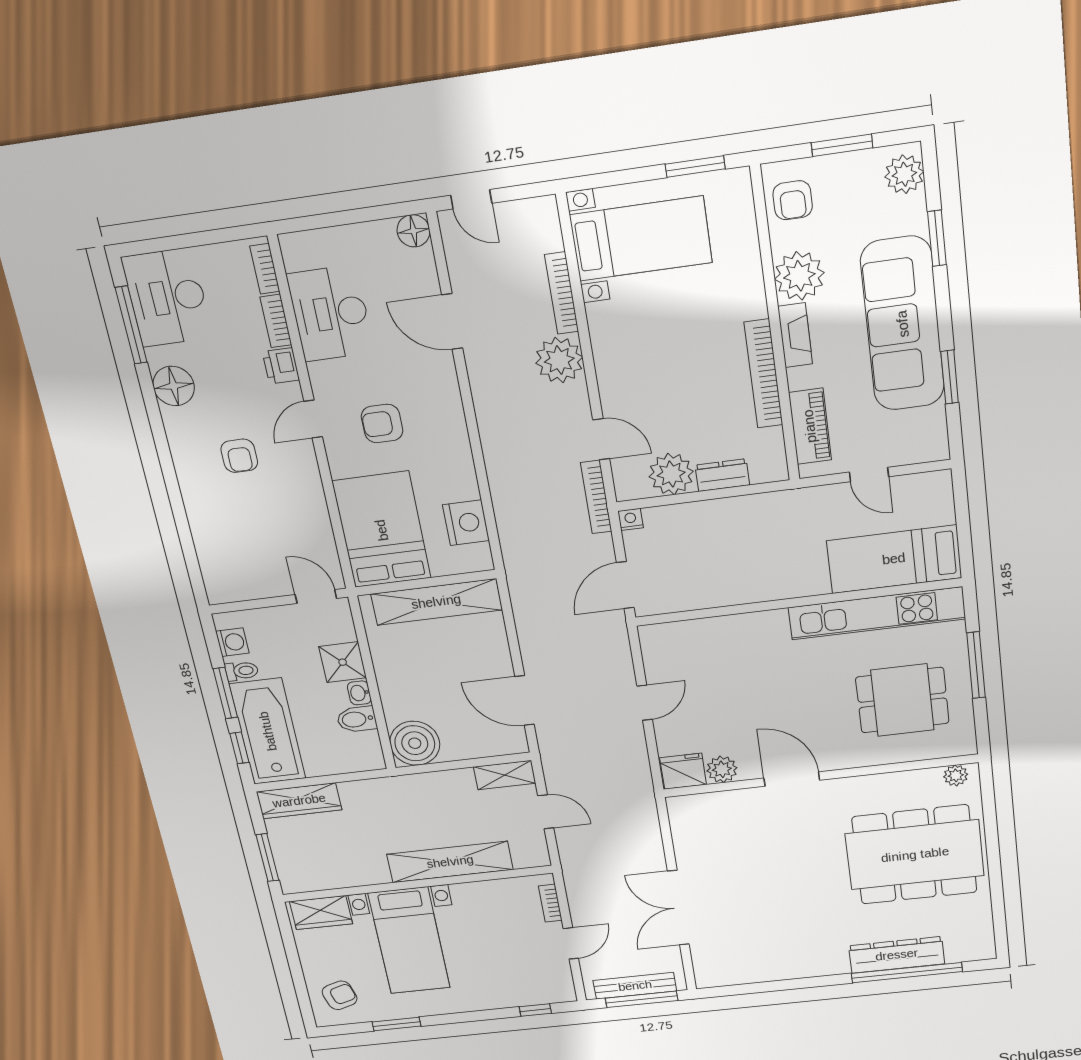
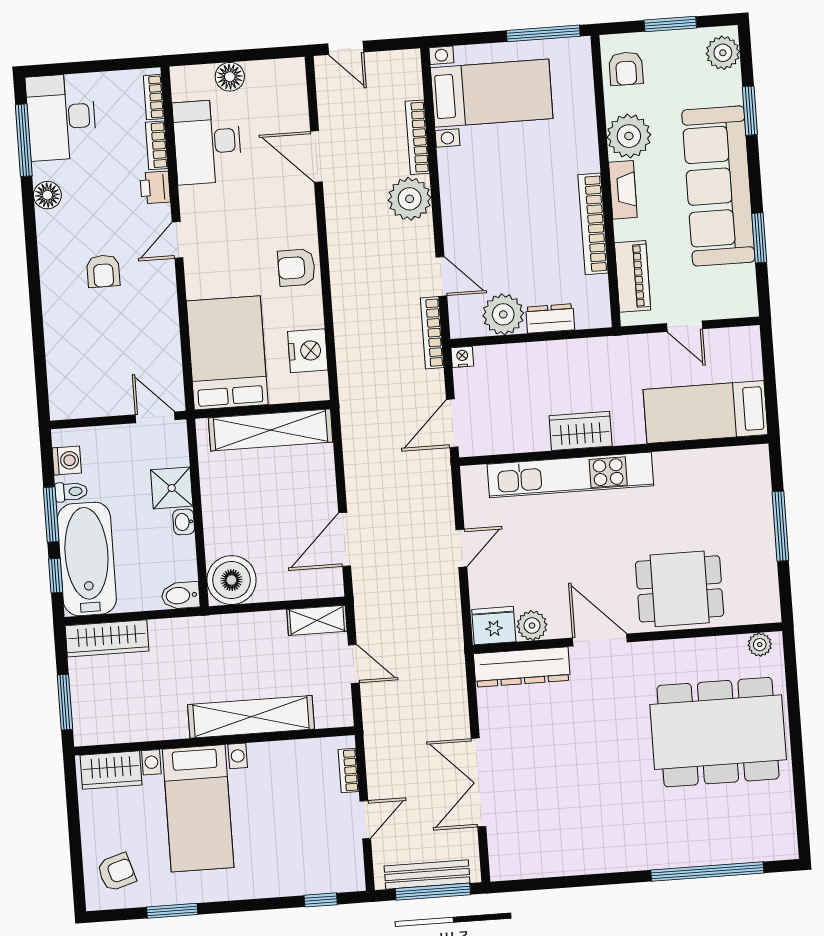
window: (695, 167) -> (543, 33), width x1.44
floor lamp: (413, 231) -> (230, 77), moved
floor lamp: (174, 386) -> (47, 195), width x0.73, depth x0.73
armchair: (382, 424) -> (296, 268), moved
wardrobe: (761, 585) -> (581, 431), added
kitchen unit: (877, 613) -> (570, 475), moved
dining table: (902, 700) -> (680, 589), moved
door: (525, 701) -> (345, 539), hinge flipped
bidet: (357, 719) -> (181, 595), moved
dresser: (897, 955) -> (522, 667), moved, turned 180

